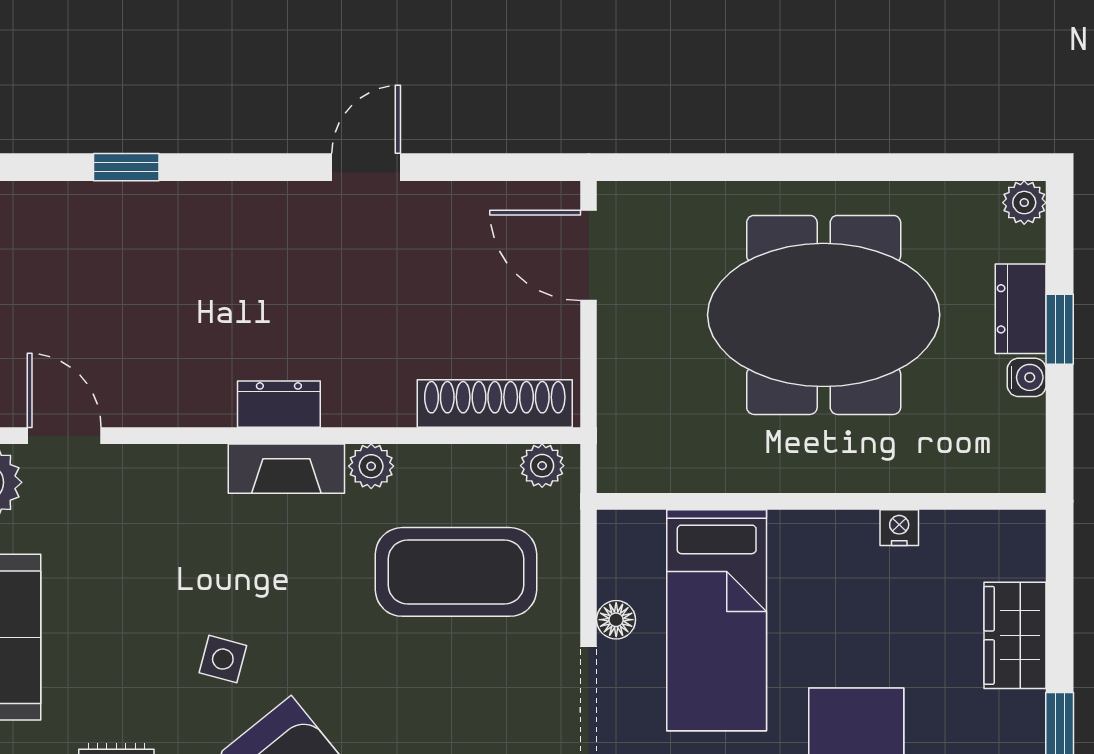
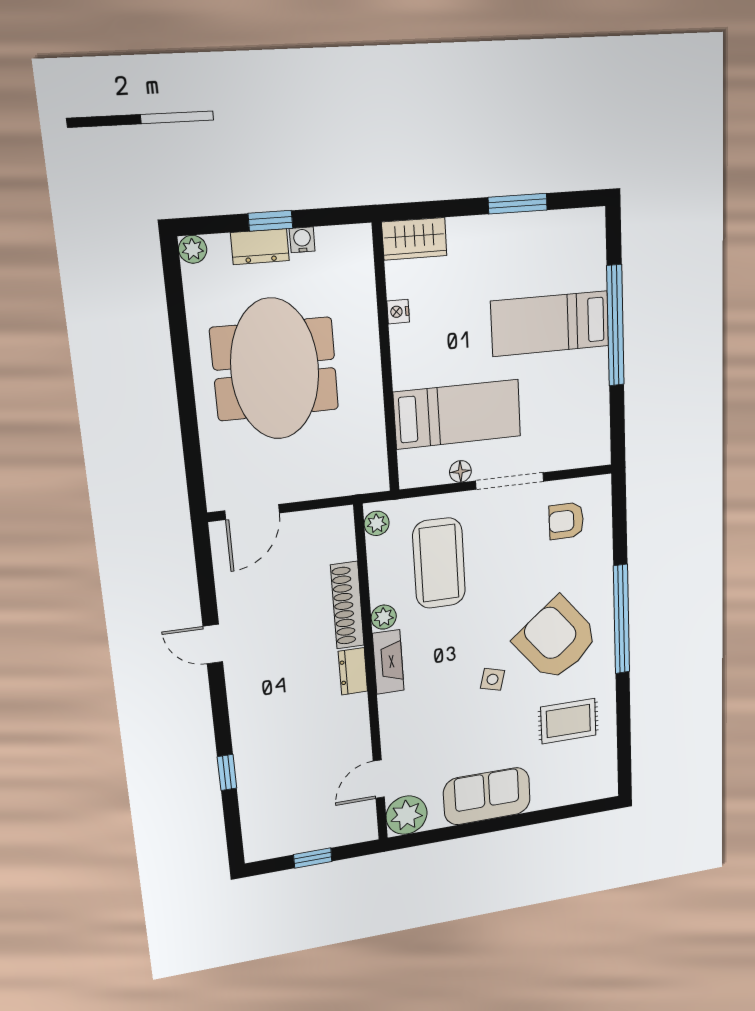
shoe rack: (495, 403) -> (347, 605), moved
wardrobe: (1015, 635) -> (414, 239), moved

